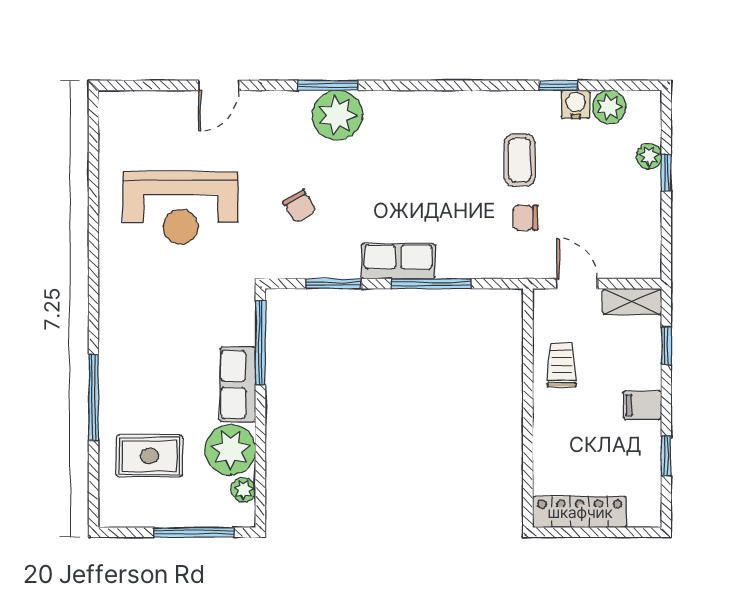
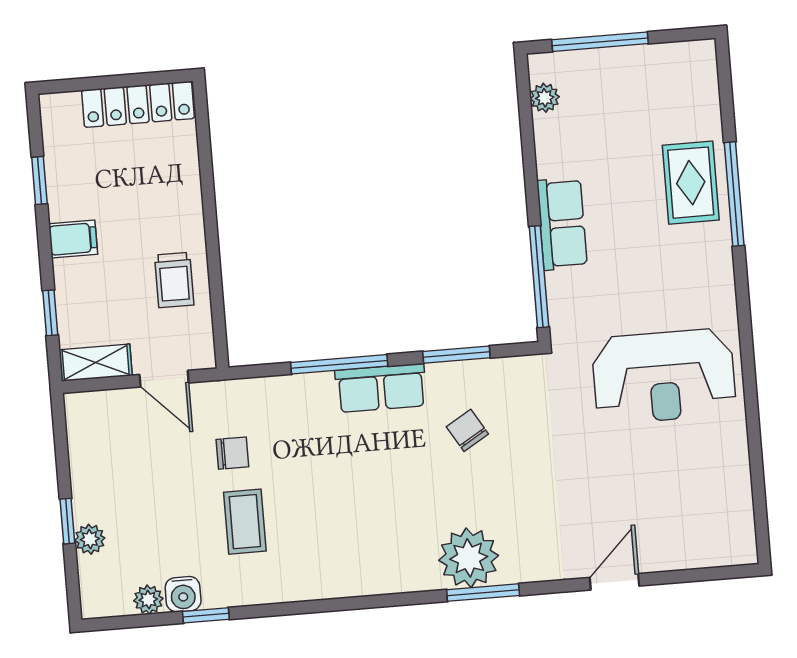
plant: (609, 107) -> (148, 600), width x0.73, depth x0.73
chair: (299, 206) -> (467, 430), moved
reception desk: (181, 208) -> (664, 376), moved, turned 180
plant: (230, 450) -> (564, 144), removed
rug: (150, 456) -> (691, 183), moved, turned 90

